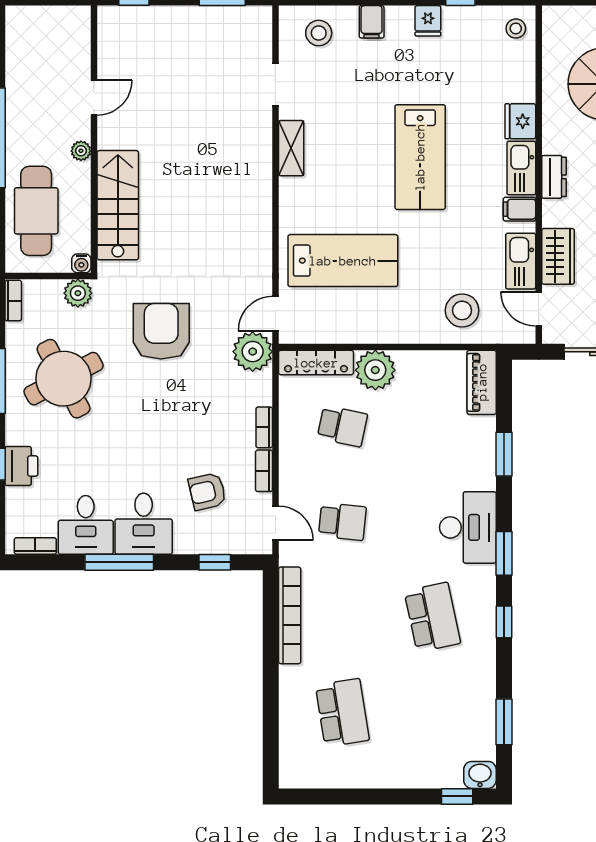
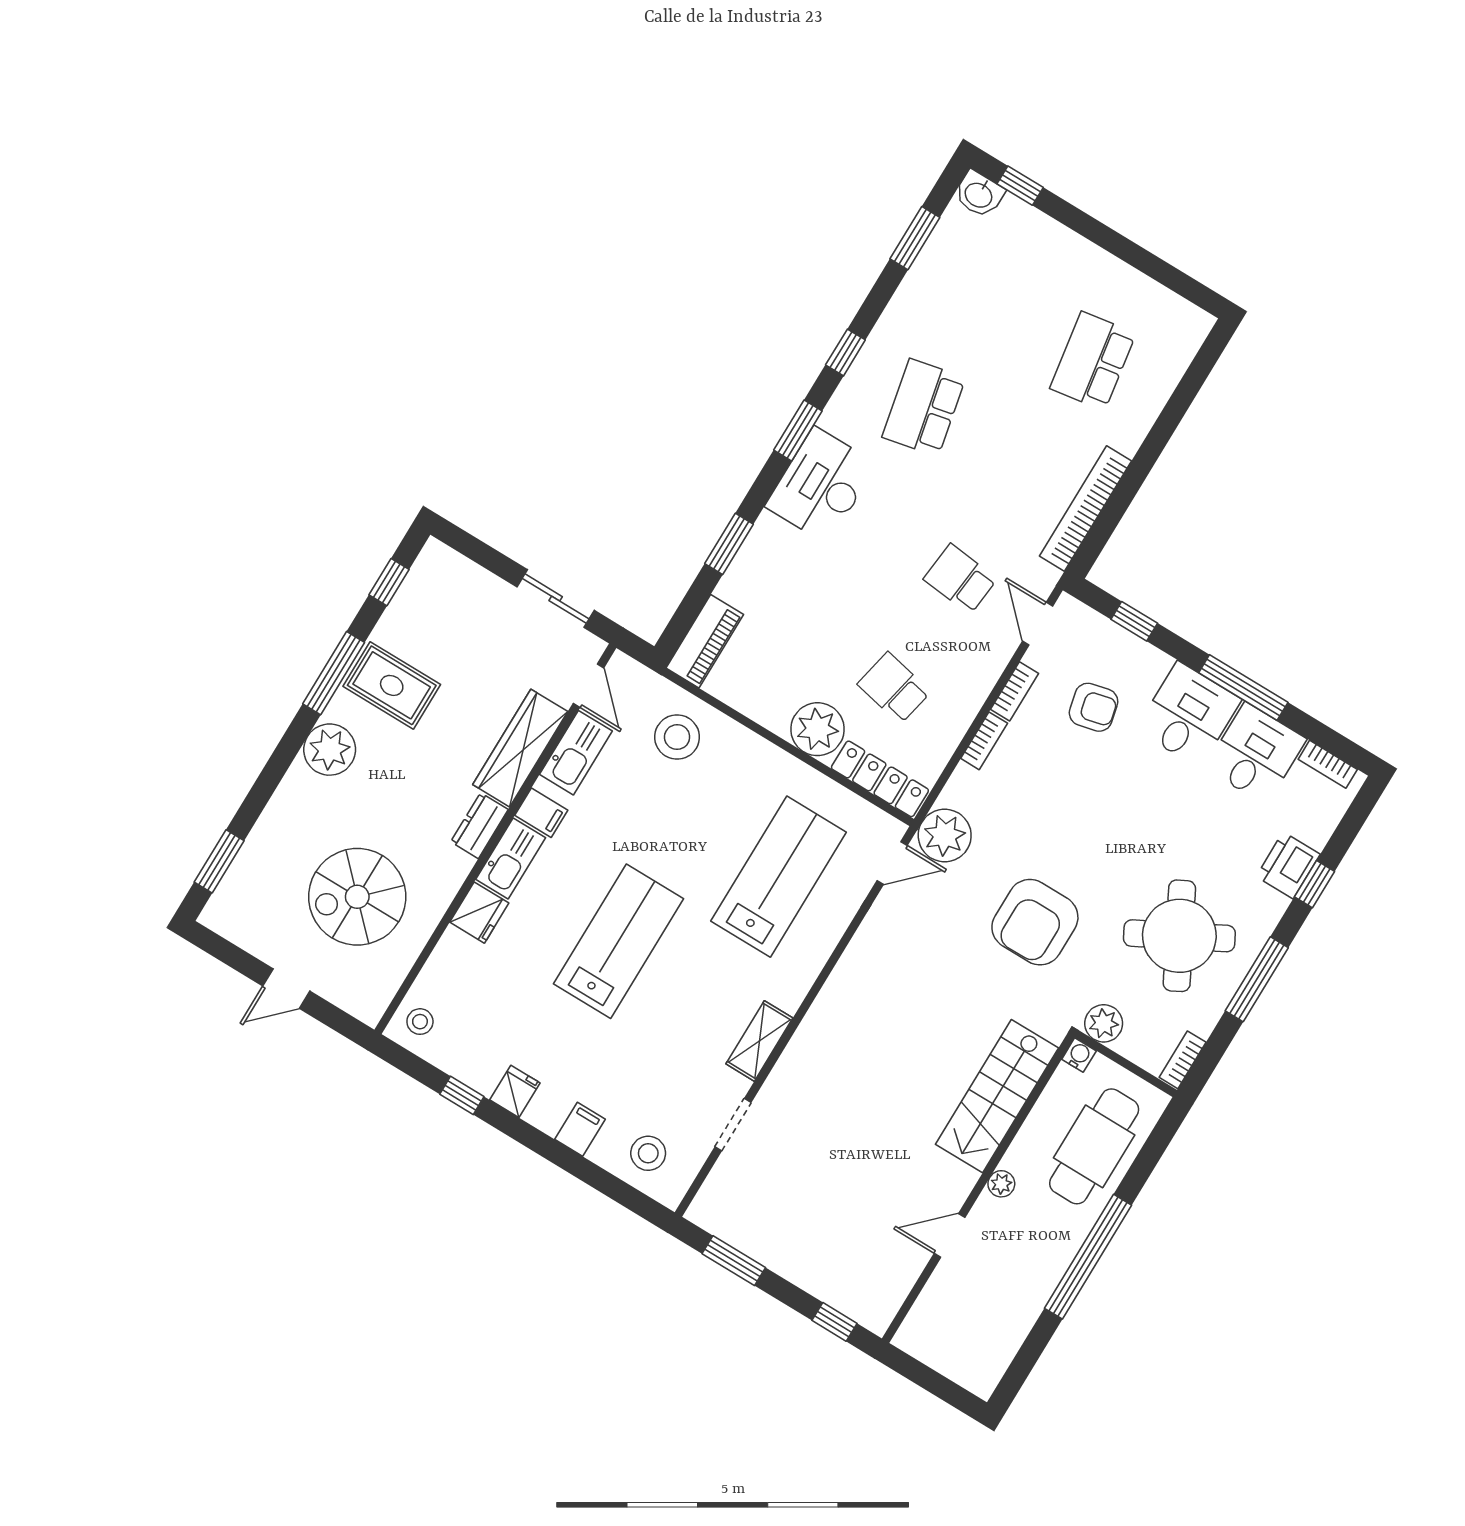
wardrobe: (558, 256) -> (520, 748), width x1.50
lab bench: (343, 261) -> (779, 877), turned 90

